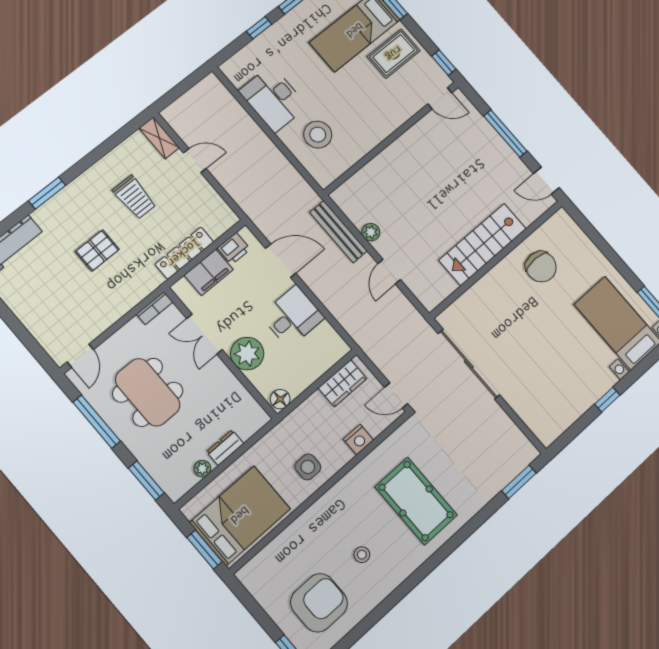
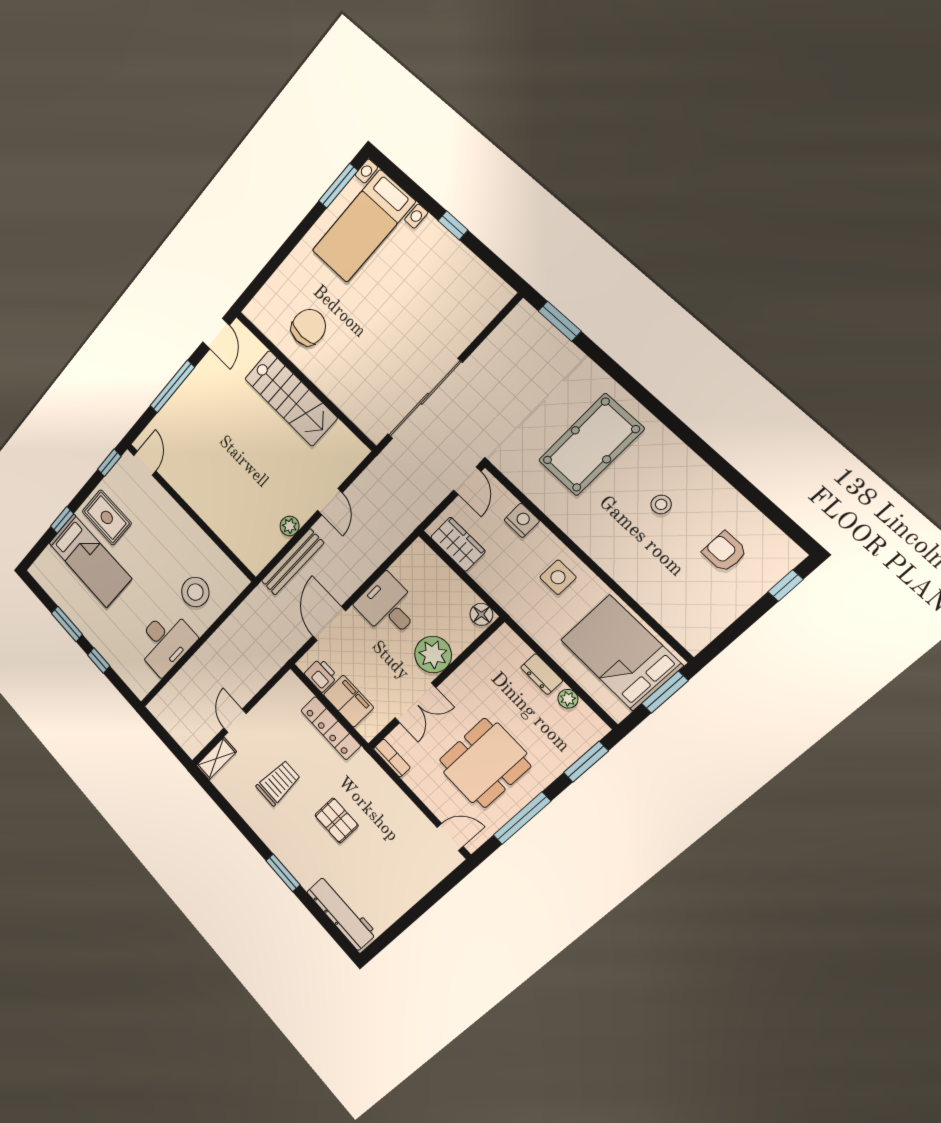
door: (389, 272) -> (330, 502), hinge flipped
armchair: (319, 603) -> (725, 552), width x0.53, depth x0.53

